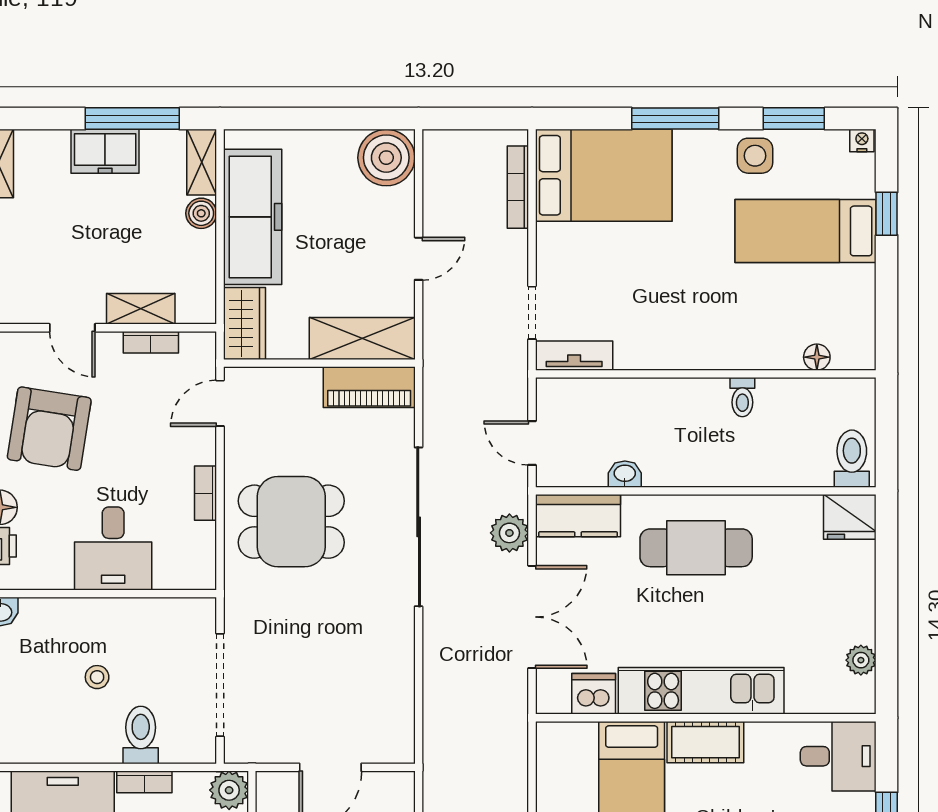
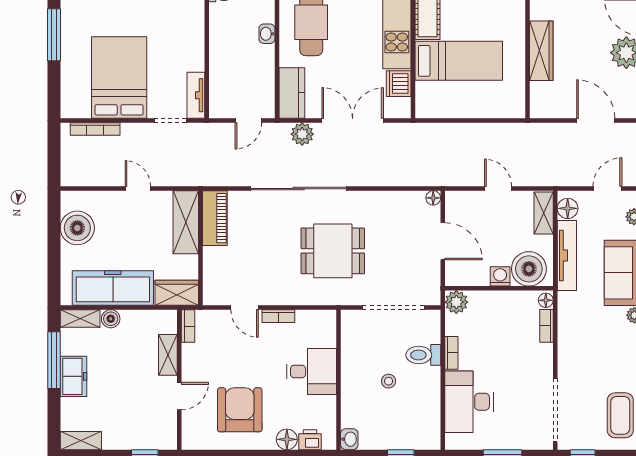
boiler: (386, 158) -> (77, 228), moved
bed: (604, 175) -> (119, 78), moved
bookcase: (151, 342) -> (188, 326), moved
door: (220, 403) -> (245, 307), moved
armchair: (49, 429) -> (240, 410), turned -99
washbasin: (625, 474) -> (267, 34), moved
dining table: (291, 522) -> (333, 251), moved, turned 90
floor lamp: (403, 752) -> (433, 198), added

